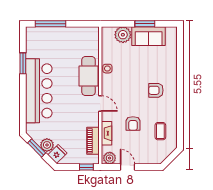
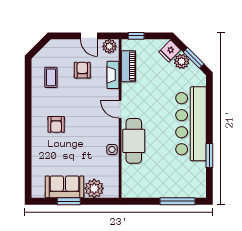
armchair: (156, 90) -> (56, 124), turned 90
armchair: (133, 123) -> (82, 70), moved

